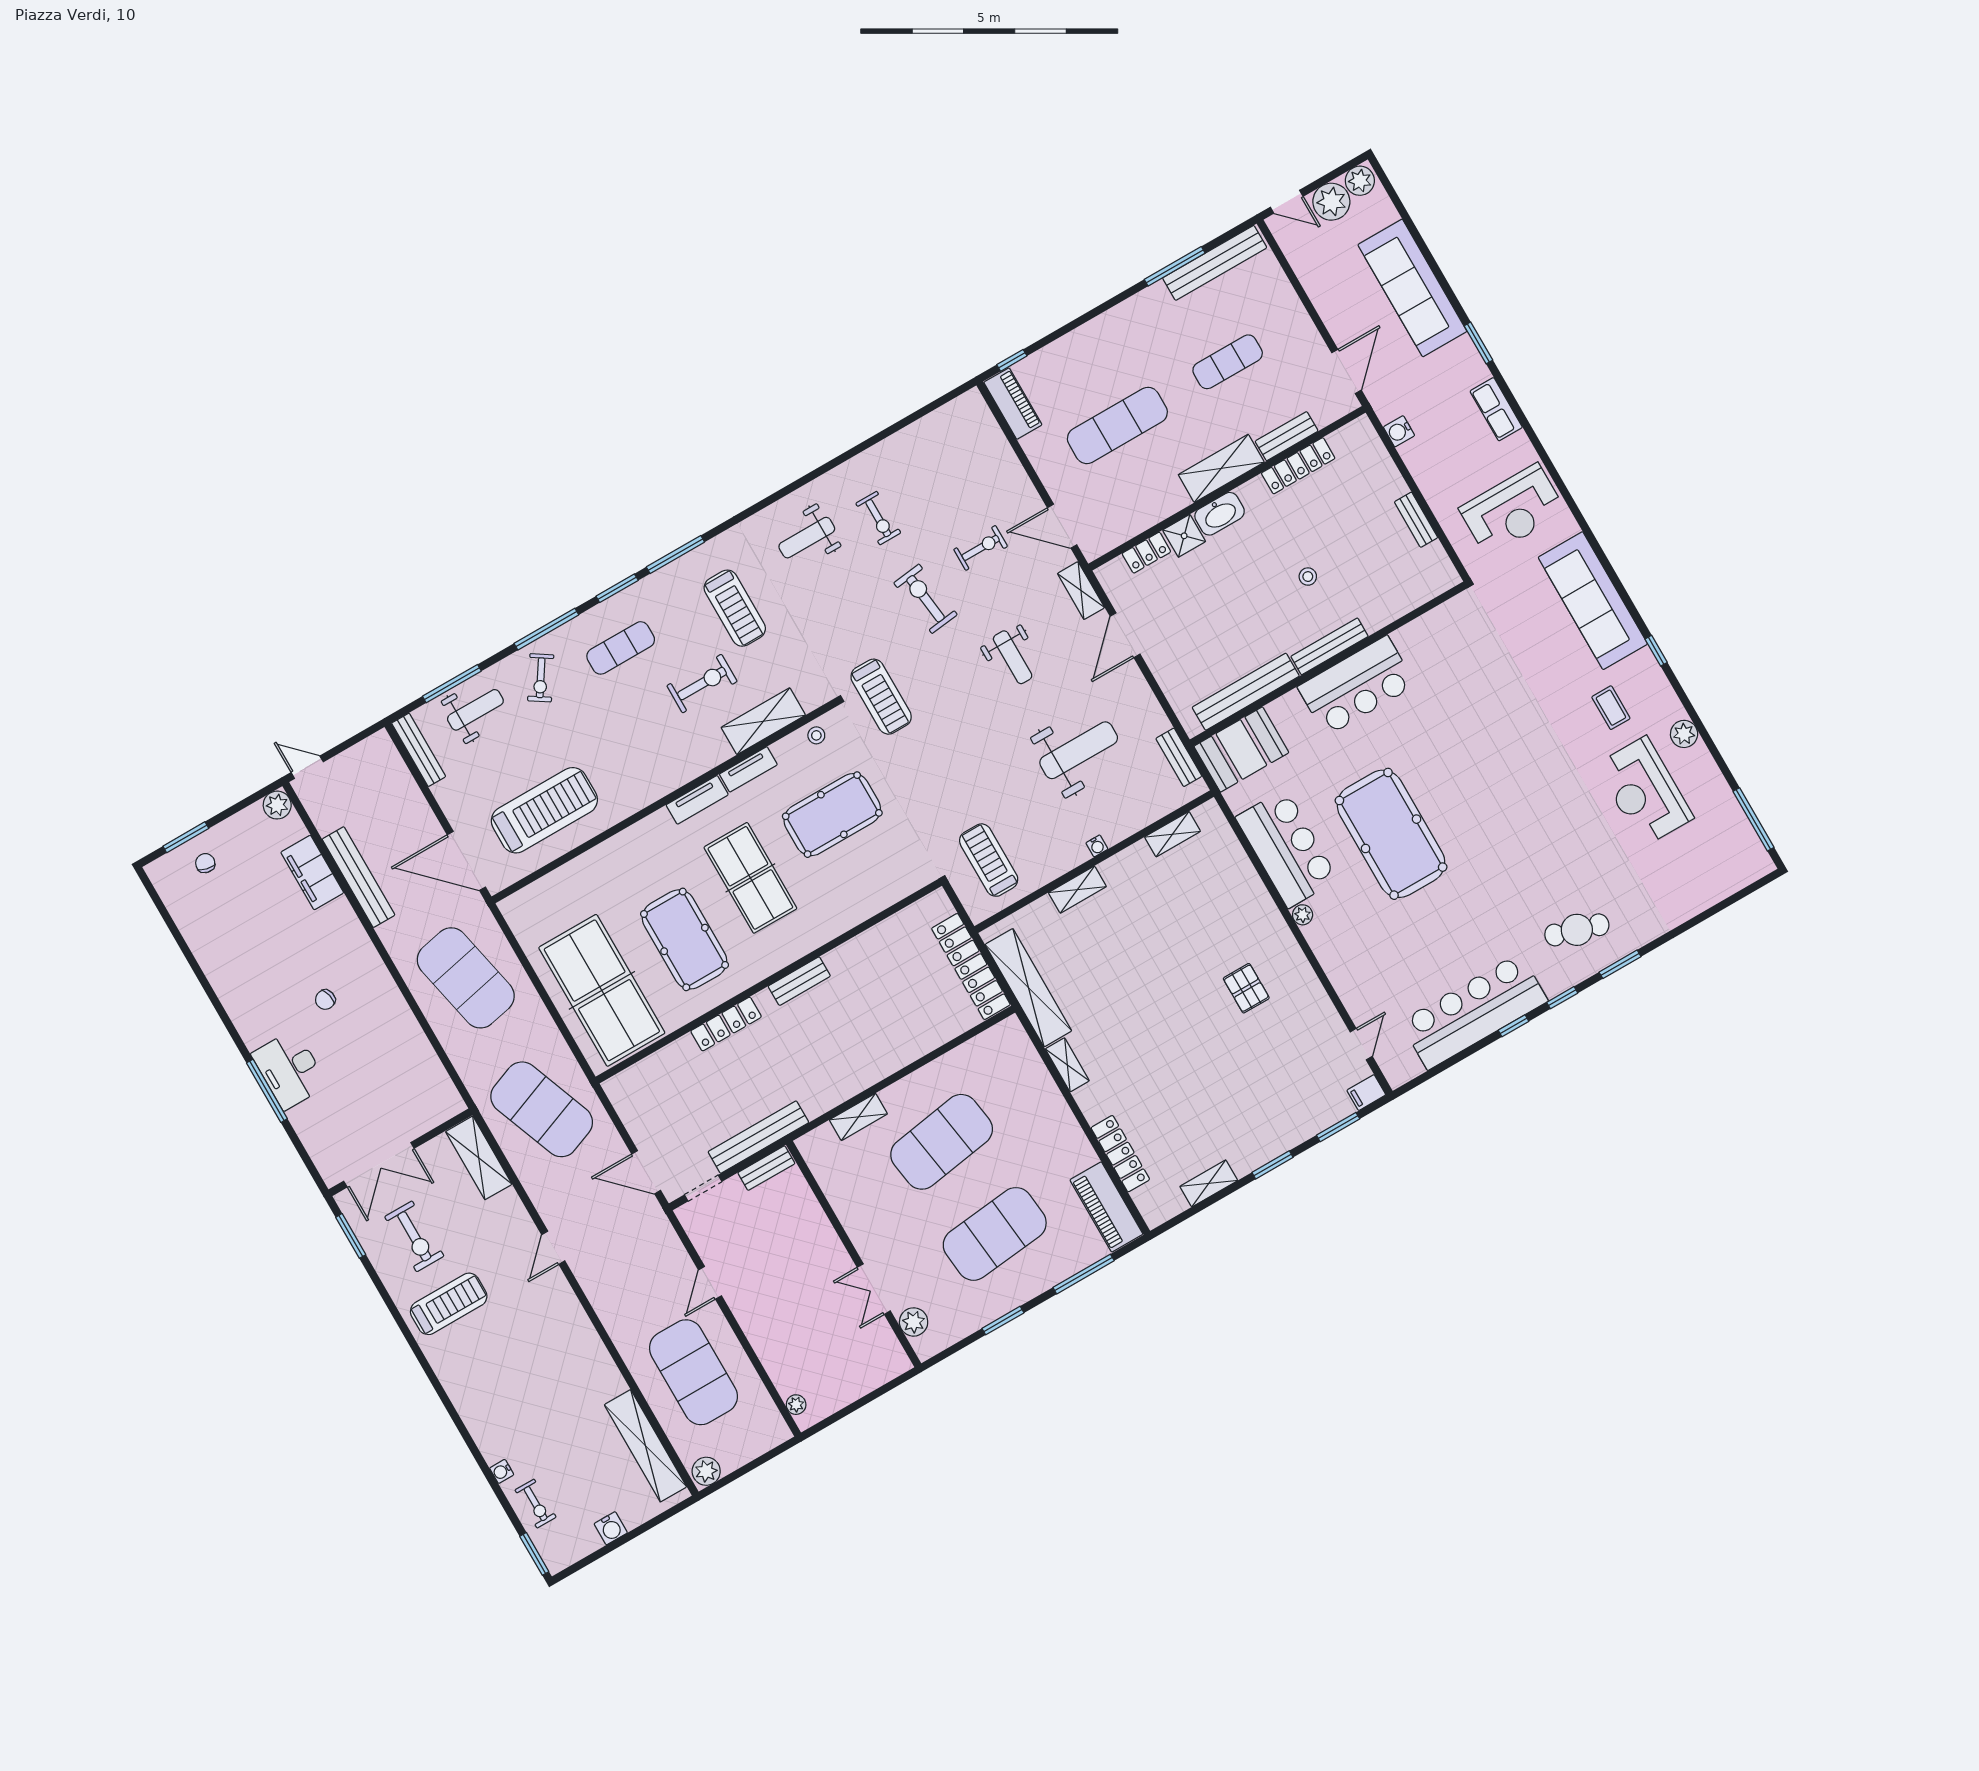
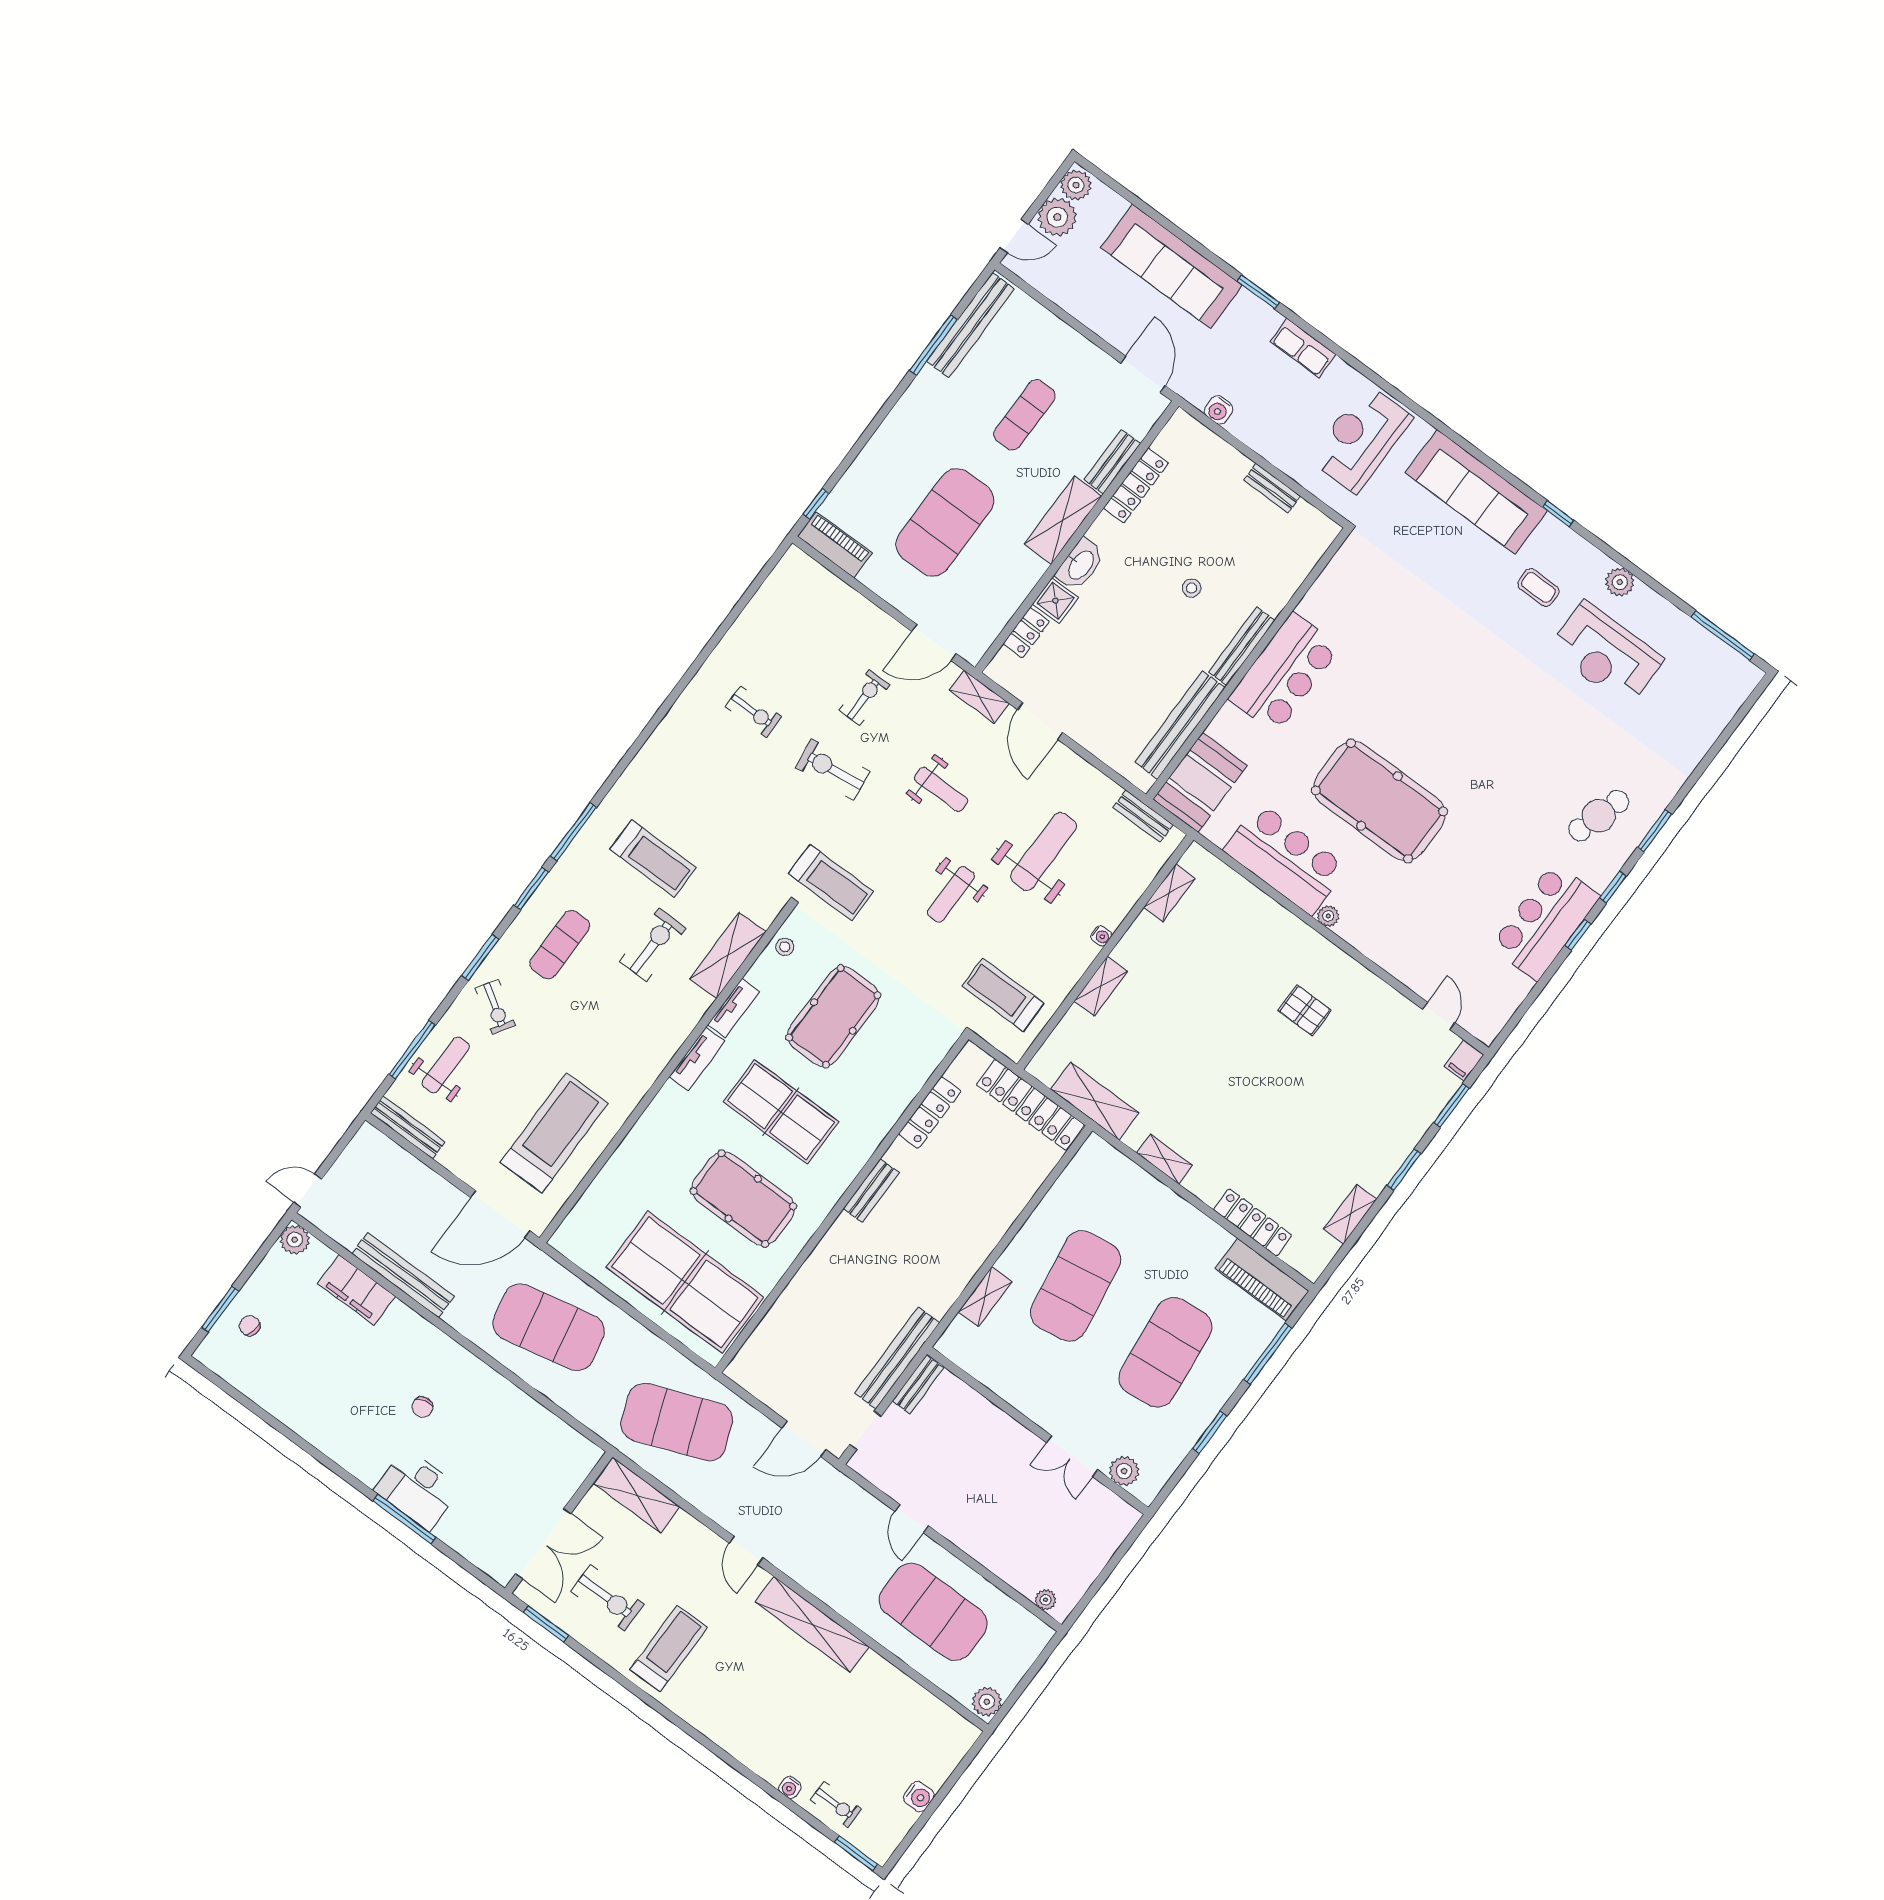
exercise mat: (1117, 425) -> (945, 522), width x1.47
reception desk: (1512, 510) -> (1361, 438), turned 180
weight bench: (807, 538) -> (951, 894), moved
window: (546, 629) -> (480, 958), width x0.69
shelving: (1028, 988) -> (1095, 1101), width x0.68
bar counter: (1474, 1011) -> (1545, 921), width x0.73
locker: (726, 1024) -> (930, 1112), moved
shelving: (645, 1446) -> (812, 1624), moved

